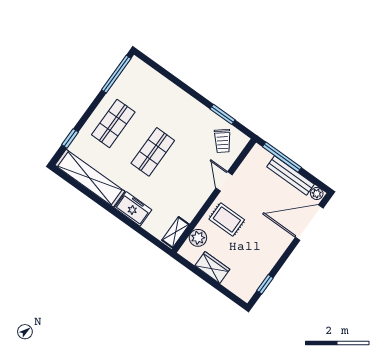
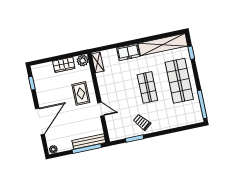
shop shelf: (113, 123) -> (179, 81), width x1.43, depth x1.36
trolley: (223, 141) -> (142, 122), moved
bench: (290, 175) -> (89, 141), moved
rug: (227, 219) -> (81, 93), turned 90
door: (309, 223) -> (40, 121), moved
plant: (198, 238) -> (83, 61), moved

